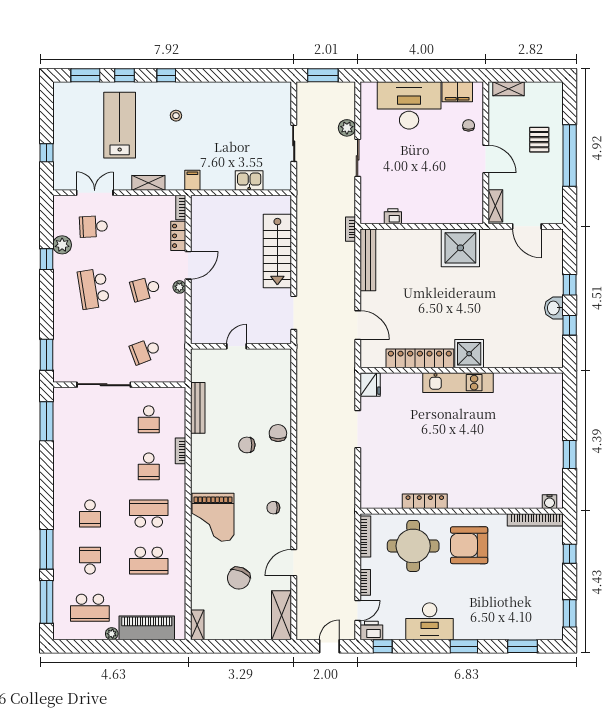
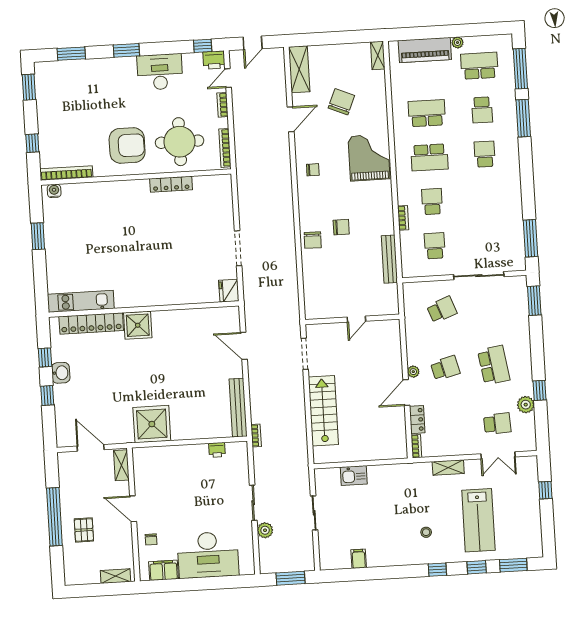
filing cabinet: (192, 180) -> (359, 559), moved, turned 180
locker: (420, 358) -> (91, 324), moved
kitchen unit: (458, 383) -> (81, 301), moved

